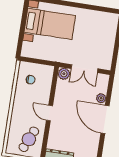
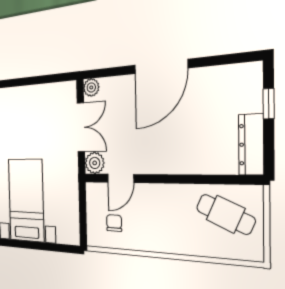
plant: (101, 98) -> (91, 87), moved
door: (49, 113) -> (121, 178), moved

